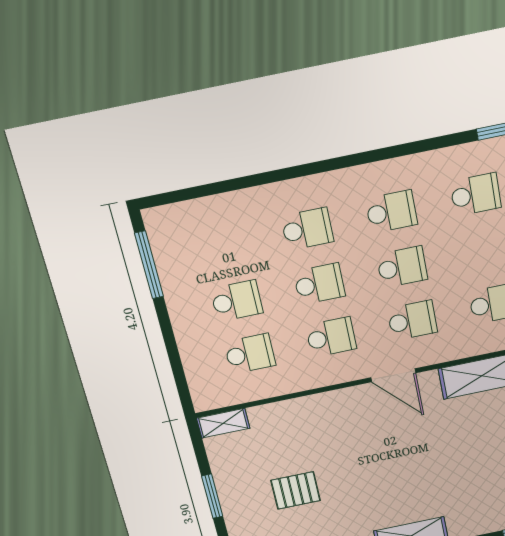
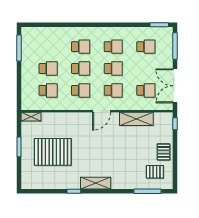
door: (393, 375) -> (102, 111), hinge flipped
pallet: (296, 490) -> (53, 152), width x2.05, depth x2.00

